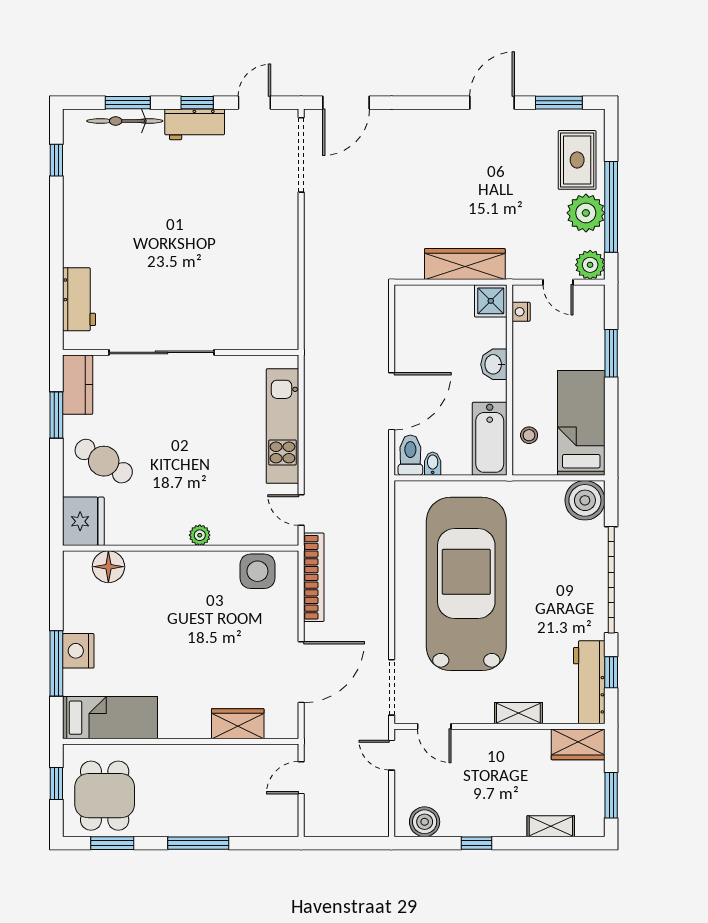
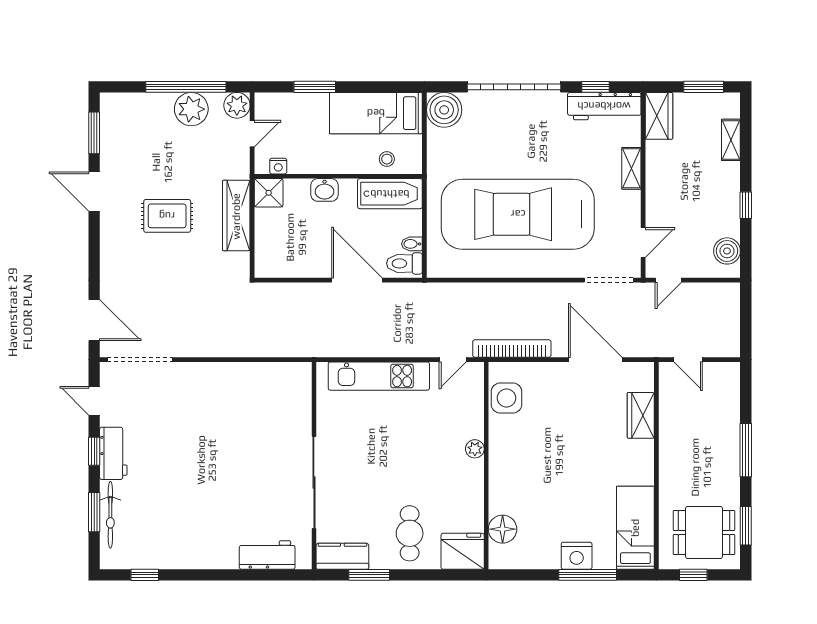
rug: (577, 160) -> (167, 216), moved
cafe table: (104, 461) -> (410, 533), turned -32

